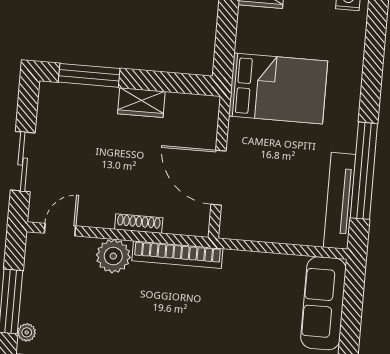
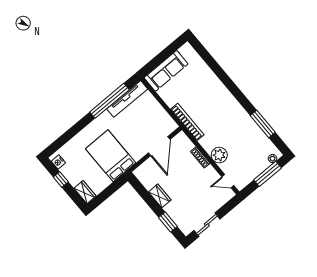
window: (89, 75) -> (168, 222), width x0.69
sliding door: (23, 162) -> (207, 225), moved
bookcase: (177, 255) -> (187, 122), moved

